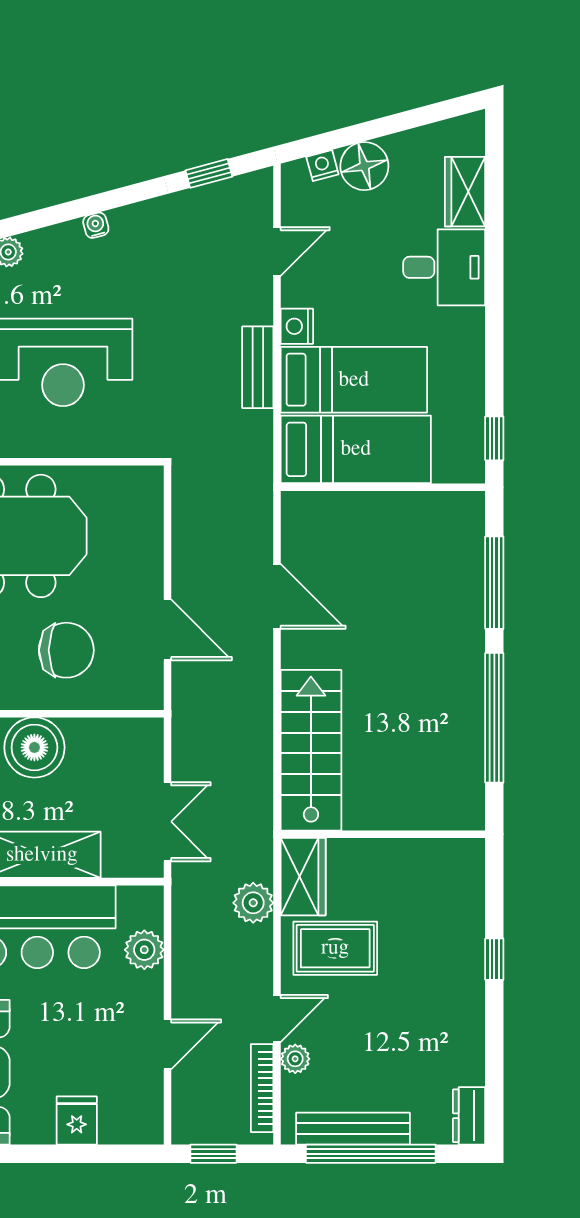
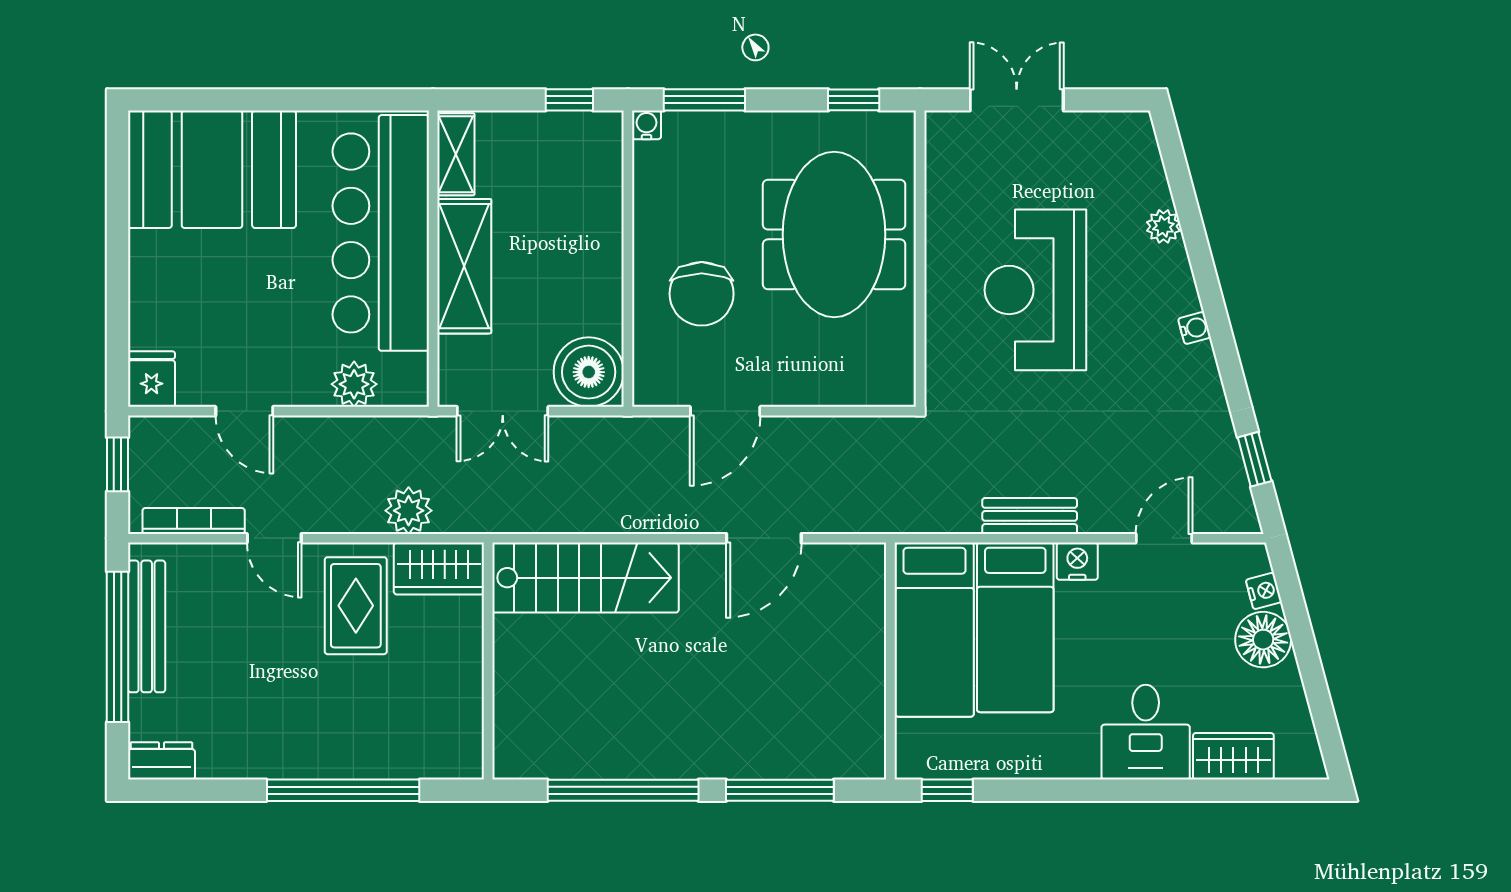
door: (277, 251) -> (1164, 538), swing flipped
boiler: (34, 747) -> (589, 372), moved
window: (494, 959) -> (343, 790), width x3.17
plant: (295, 1059) -> (228, 559), removed
fridge: (77, 1121) -> (151, 379), moved, turned -90

